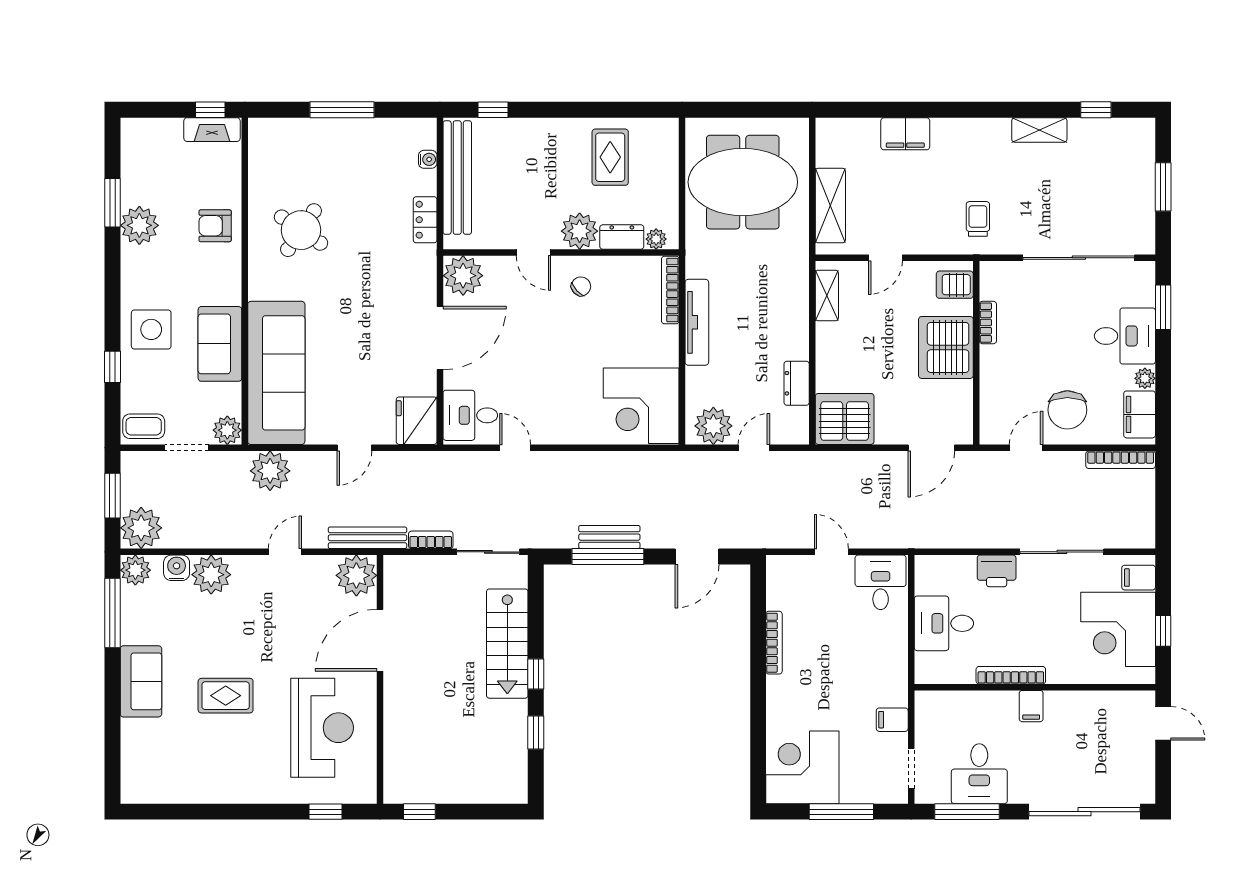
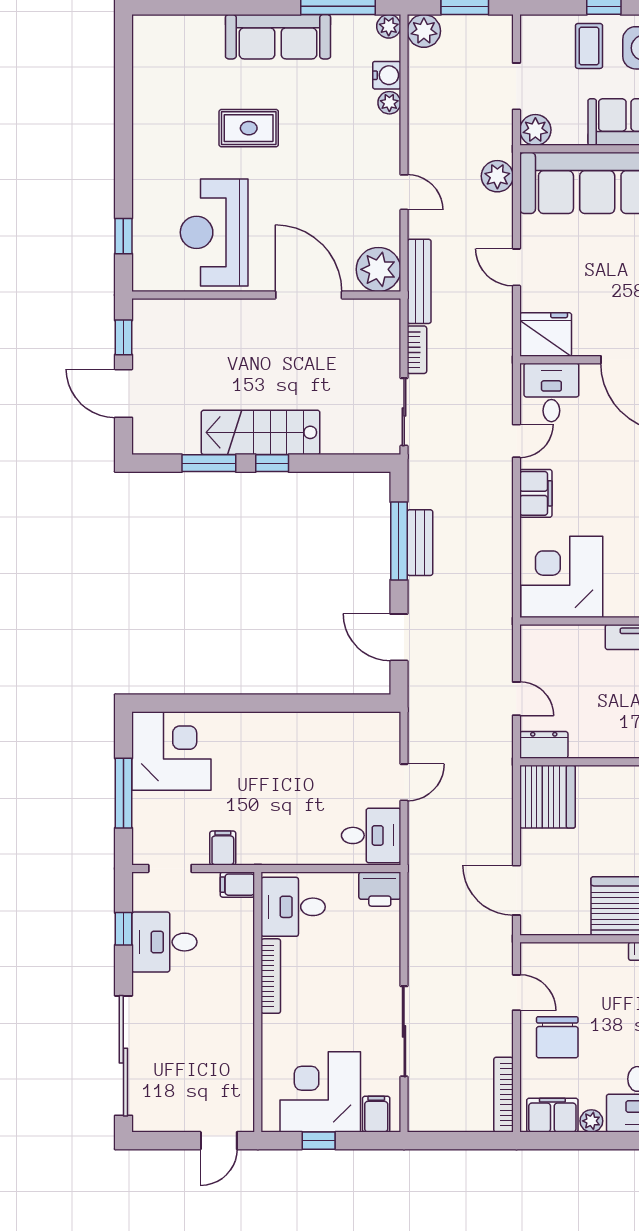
dresser: (797, 383) -> (544, 745), moved
chair: (1067, 410) -> (557, 1037), turned -90
coffee table: (144, 426) -> (589, 46), moved
plant: (713, 426) -> (540, 655), removed
filing cabinet: (564, 430) -> (536, 493), added
plant: (270, 471) -> (497, 176), width x0.73, depth x0.73
plant: (141, 528) -> (424, 31), width x0.73, depth x0.73
plant: (135, 570) -> (389, 26), width x0.73, depth x0.73
printer: (997, 571) -> (380, 889), moved, turned -90
plant: (211, 575) -> (389, 103), width x0.53, depth x0.53
desk: (944, 623) -> (293, 907), moved, turned -90
bookcase: (774, 643) -> (306, 720), removed
stairs: (507, 644) -> (261, 432), moved
sofa: (141, 681) -> (278, 37), width x1.36
rug: (226, 696) -> (249, 128), turned 90
filing cabinet: (1031, 706) -> (237, 885), moved
reception desk: (322, 728) -> (214, 232), turned 90
window: (536, 733) -> (209, 463), width x1.50
door: (471, 812) -> (123, 393), added
window: (967, 812) -> (123, 929), width x0.46

